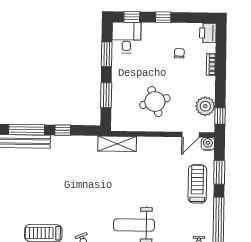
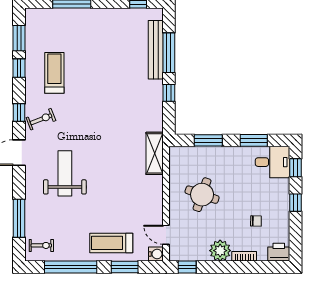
round table: (155, 102) -> (202, 195), turned 36
plant: (205, 106) -> (220, 251), moved
treadmill: (197, 184) -> (111, 243), turned 180

